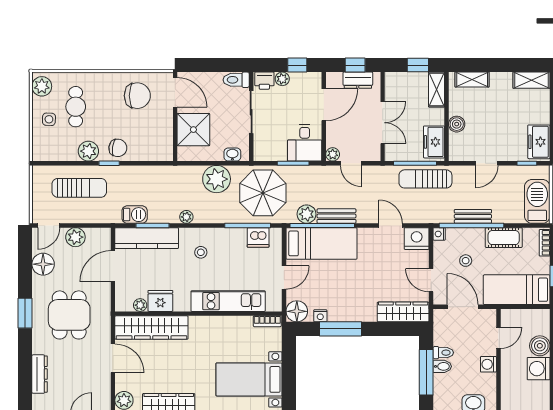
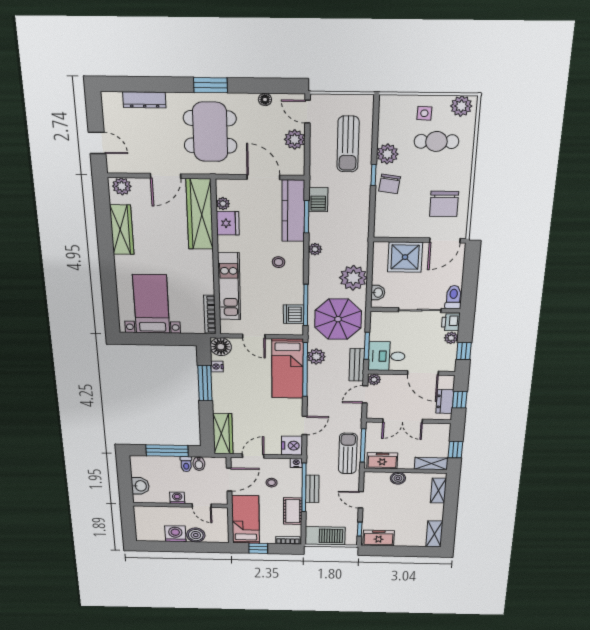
bench: (337, 216) -> (357, 365), moved
floor lamp: (43, 264) -> (265, 100), width x0.53, depth x0.53
dining table: (69, 315) -> (210, 132), width x1.38
bookcase: (267, 321) -> (210, 314), width x1.56
bidet: (442, 366) -> (199, 464), moved

